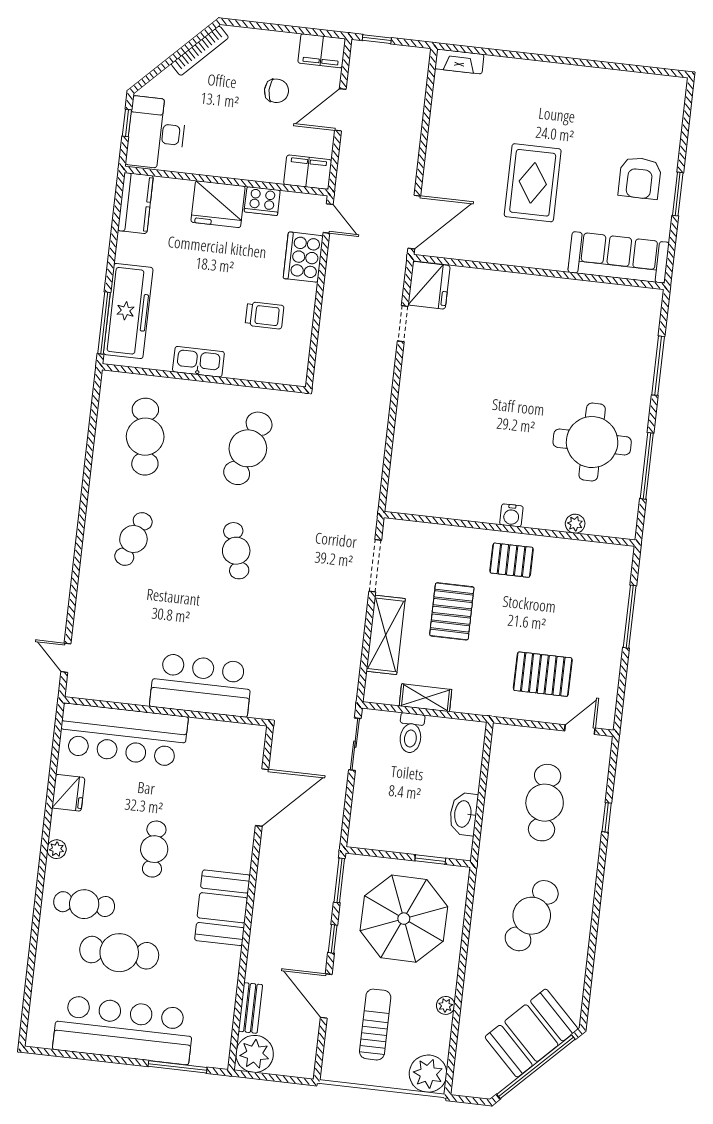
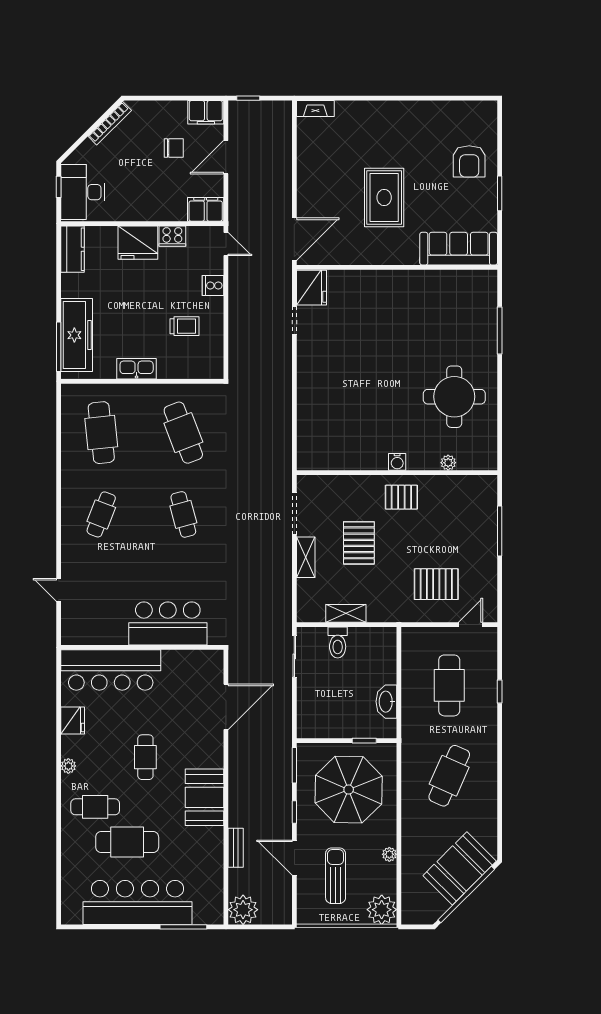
armchair: (640, 178) -> (469, 161), moved
cooker: (303, 257) -> (213, 286), width x0.53, depth x0.76
cafe table: (248, 448) -> (183, 433), turned -39
window: (647, 466) -> (500, 411), removed
shelving: (386, 635) -> (306, 557), width x0.67, depth x0.75
door: (66, 658) -> (59, 590), moved
bench: (250, 1008) -> (236, 848), moved

